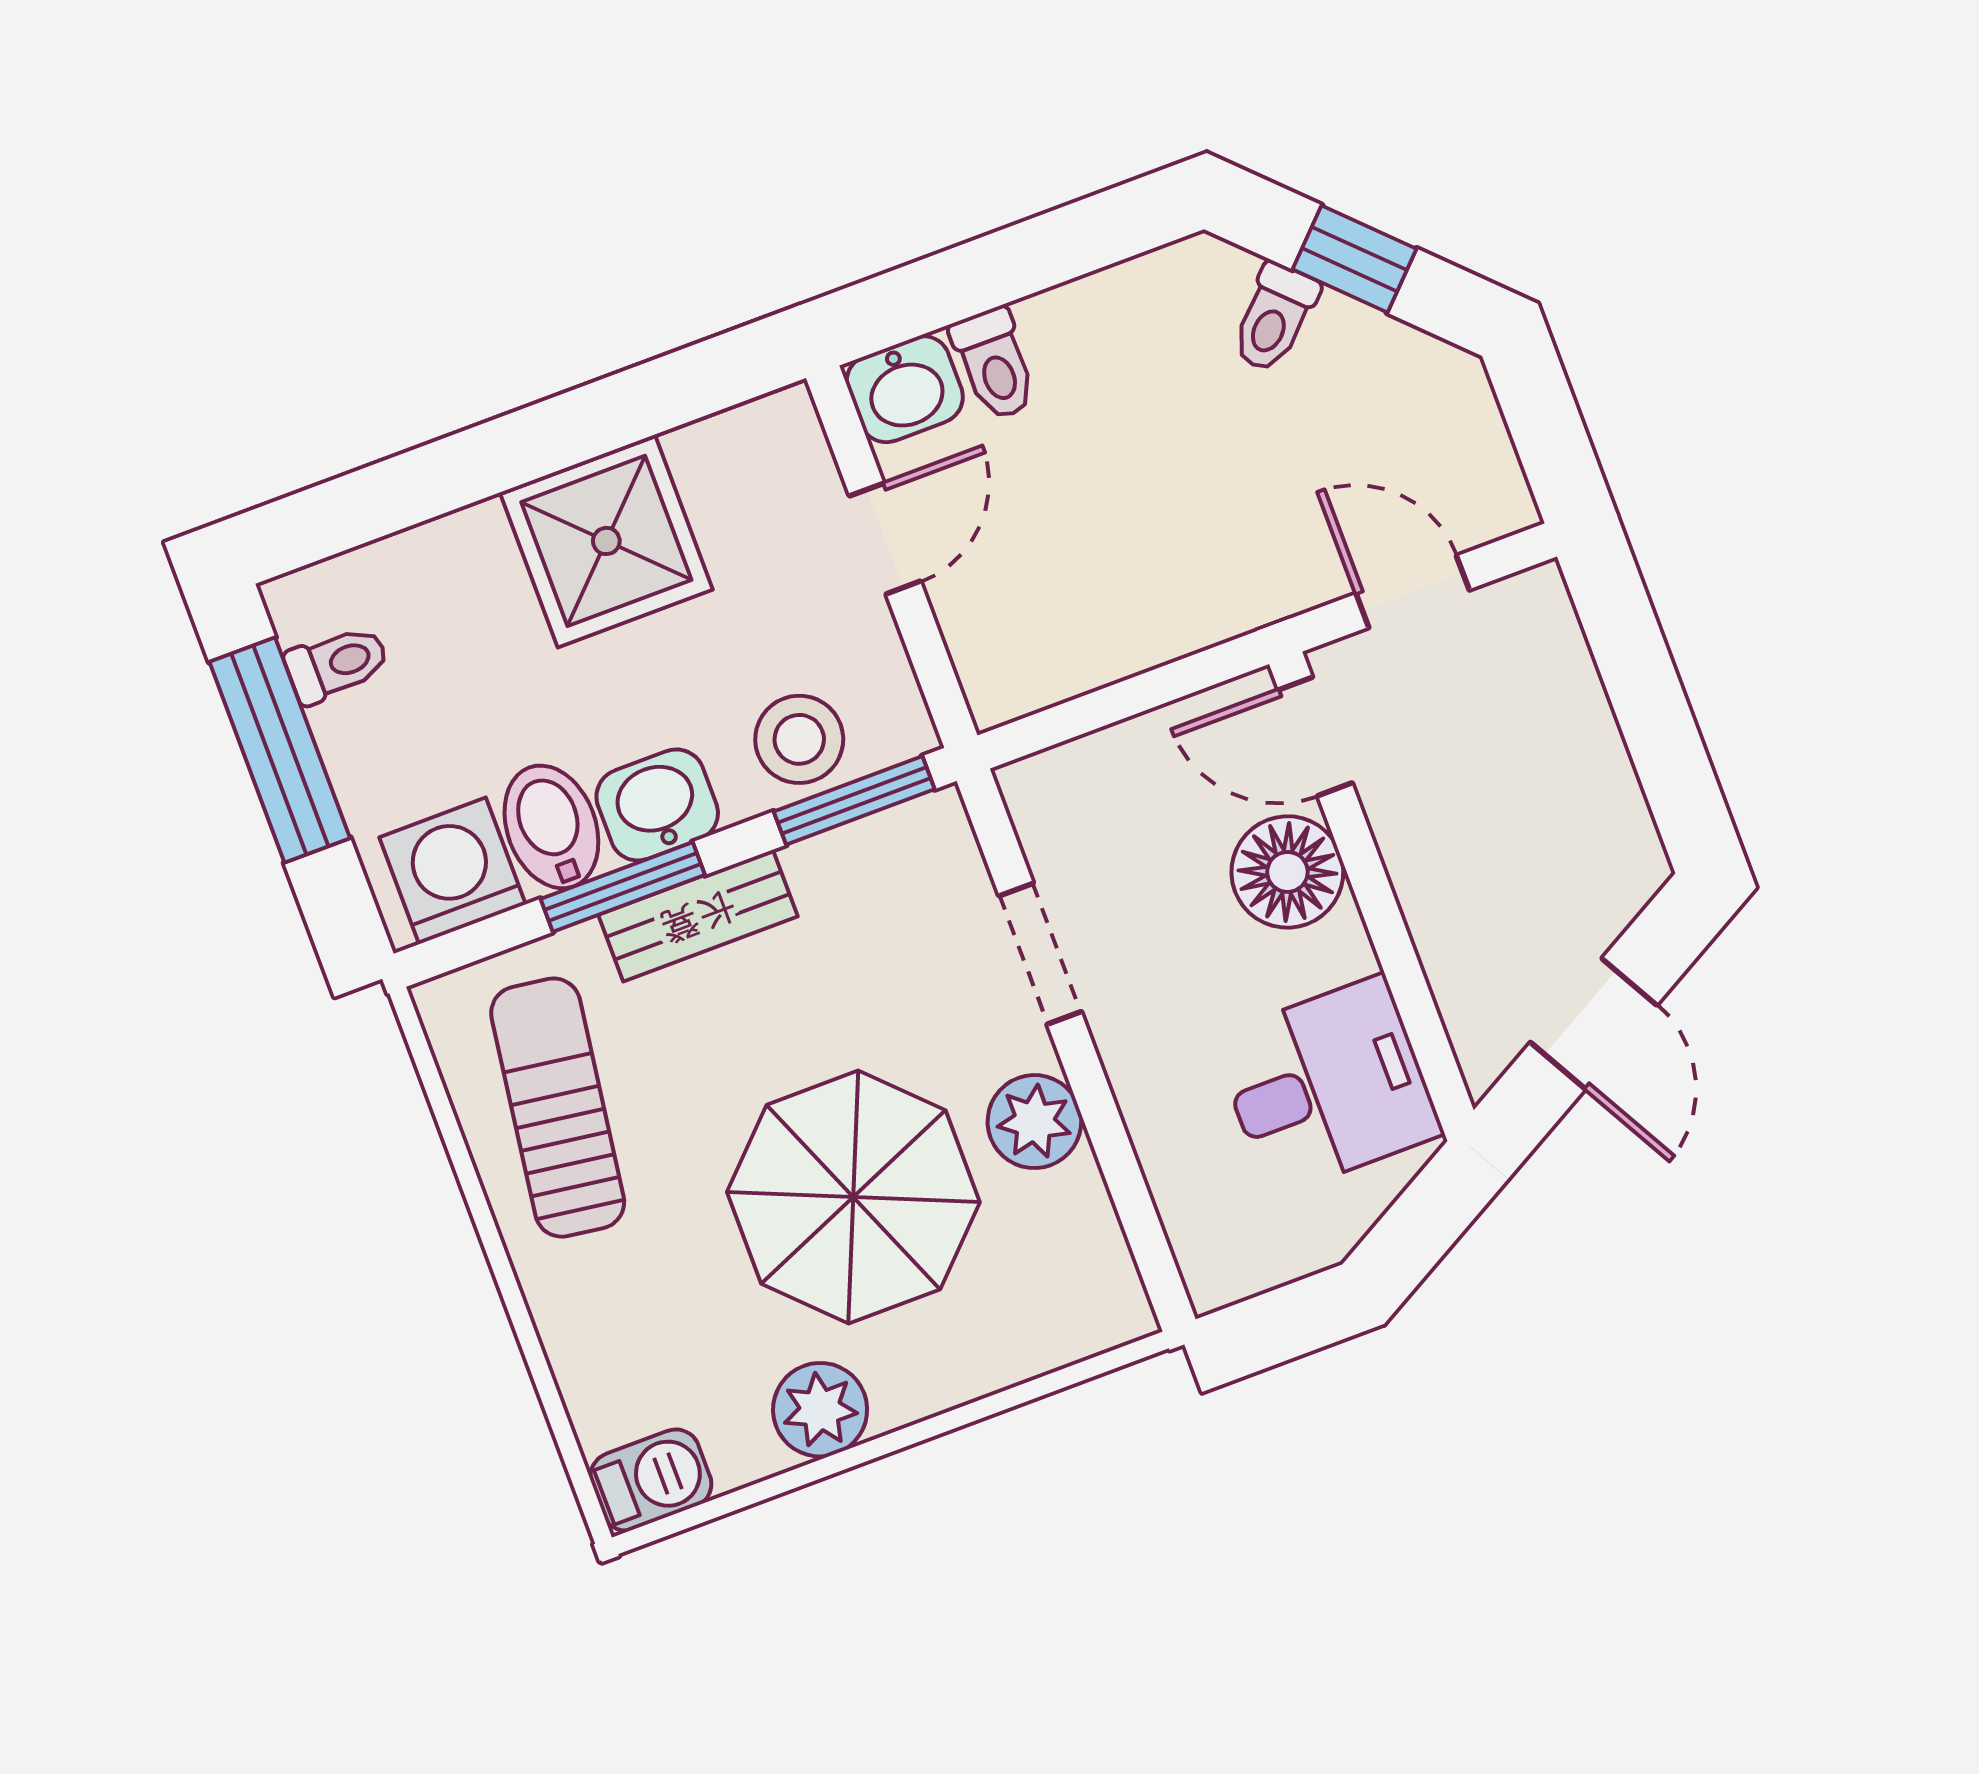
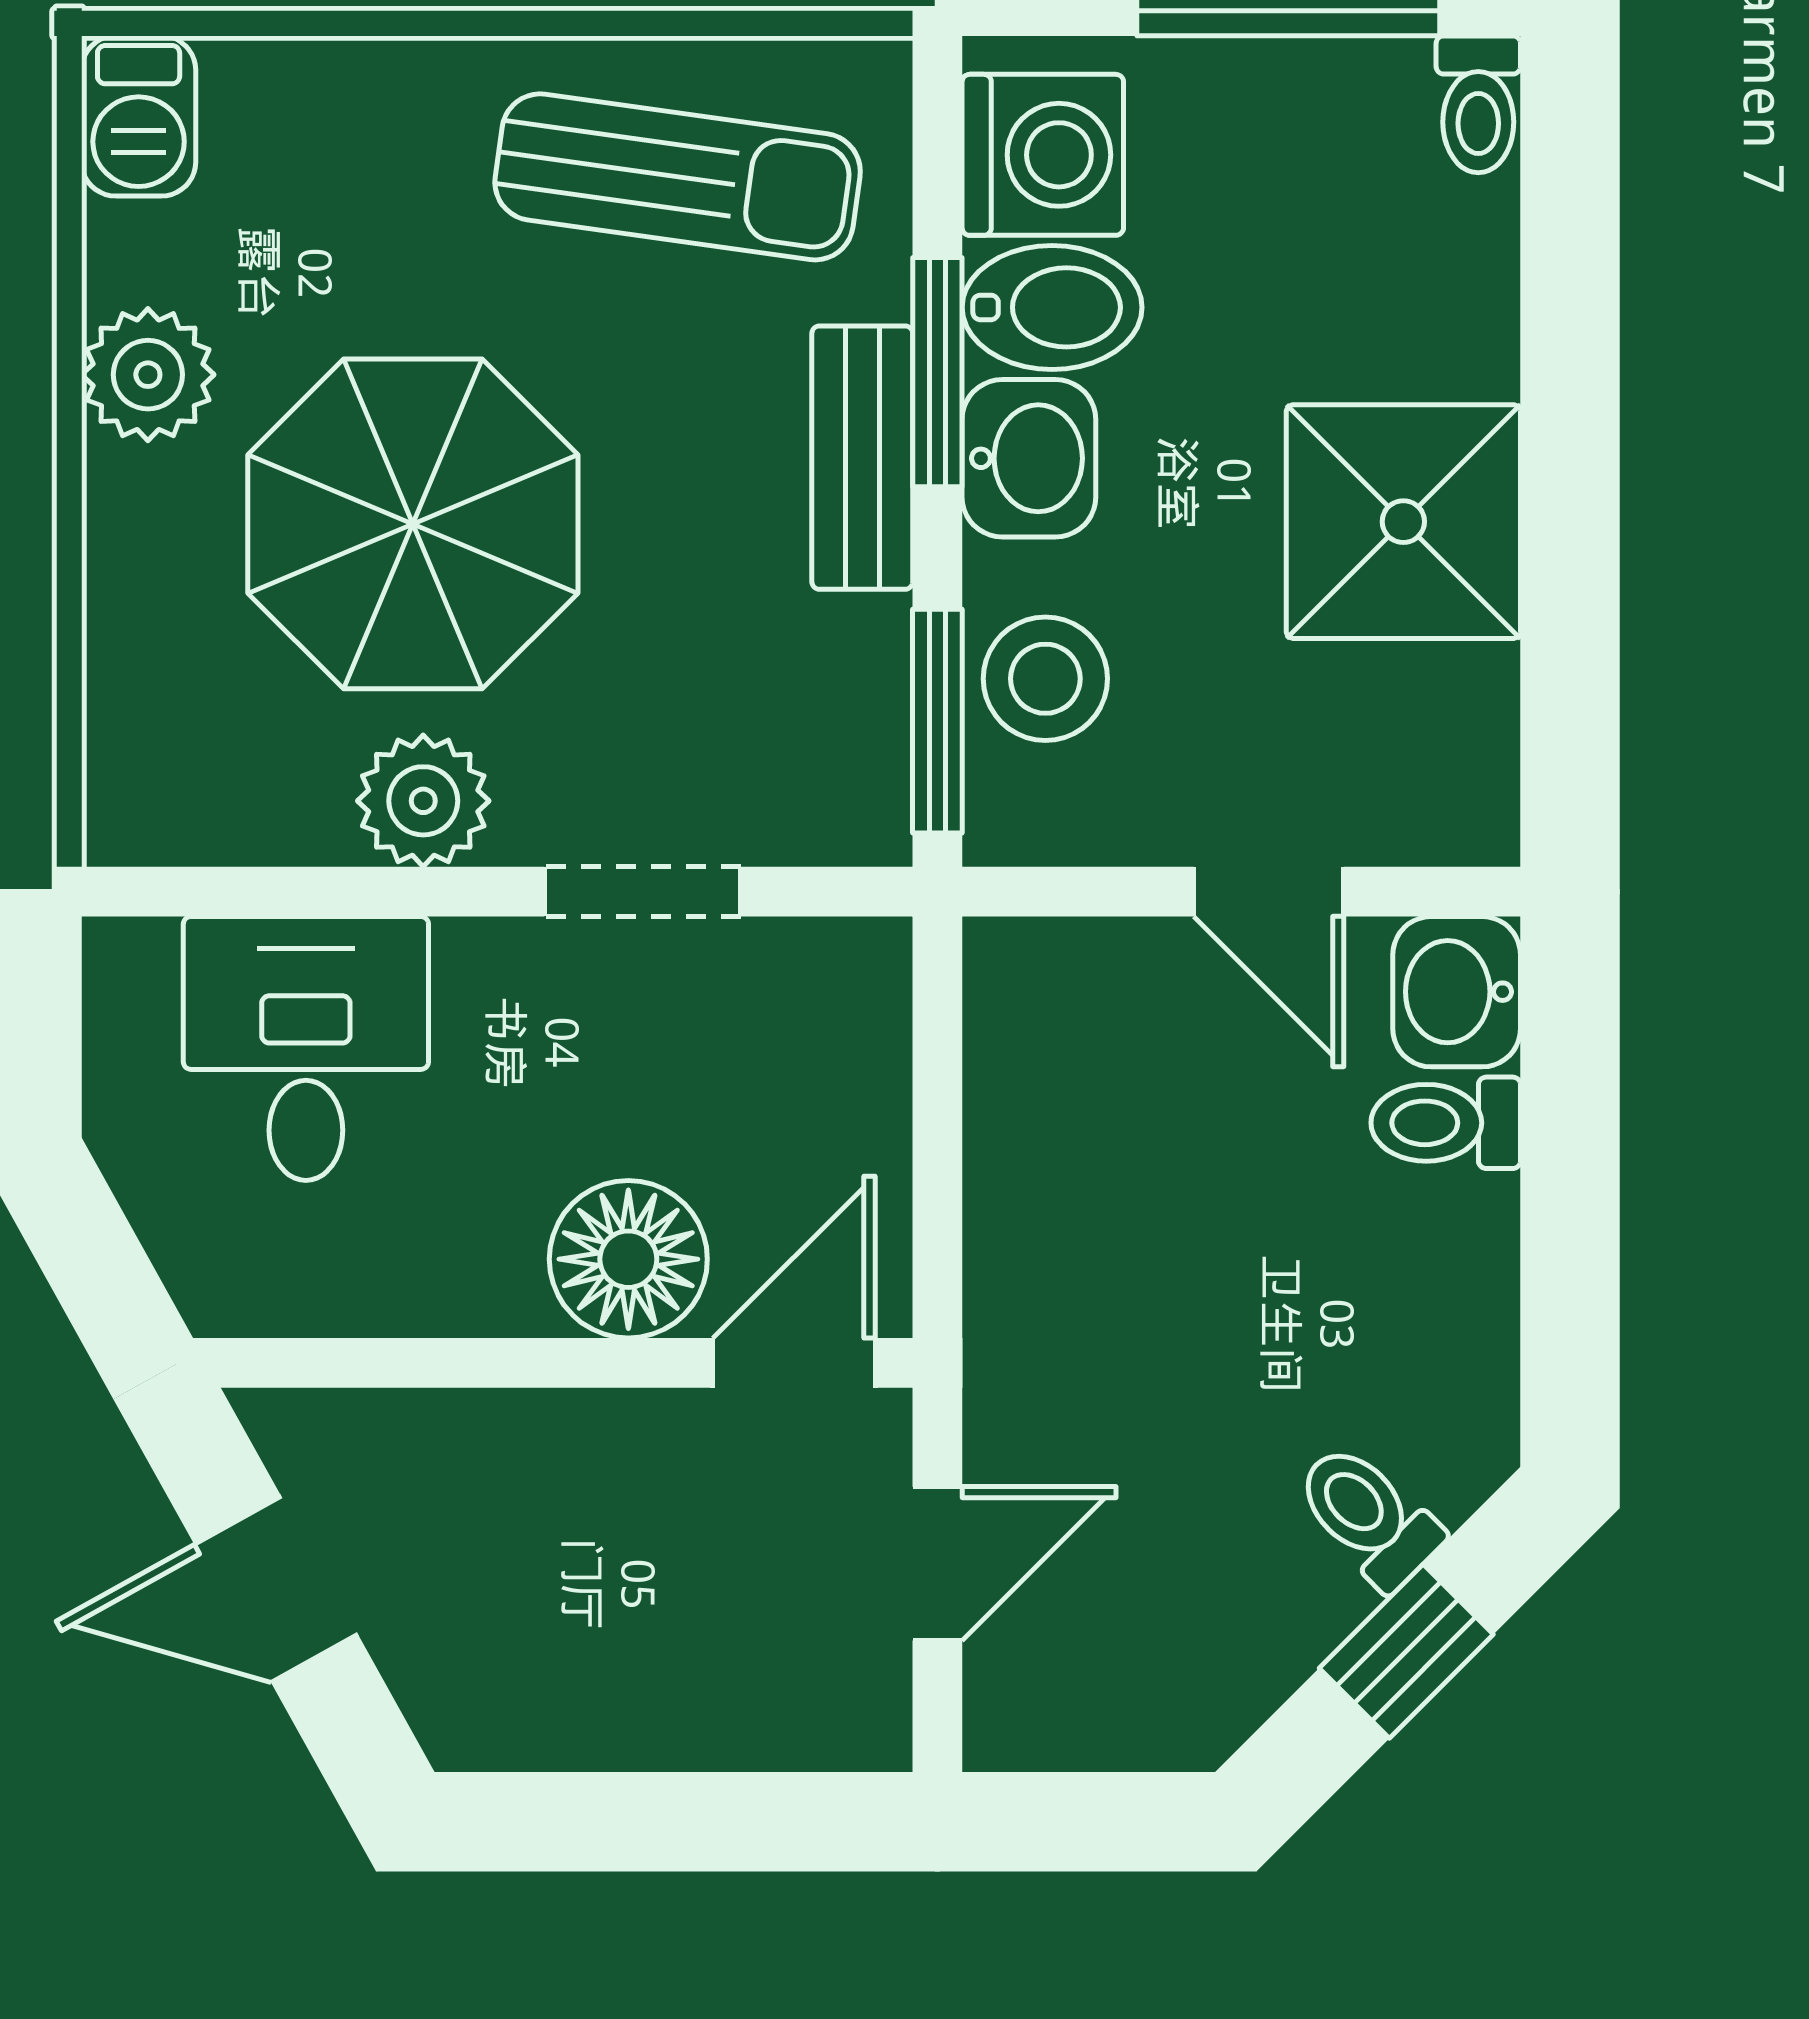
toilet: (337, 664) -> (1478, 104), moved
desk: (1327, 1086) -> (306, 1048), moved, turned 180

